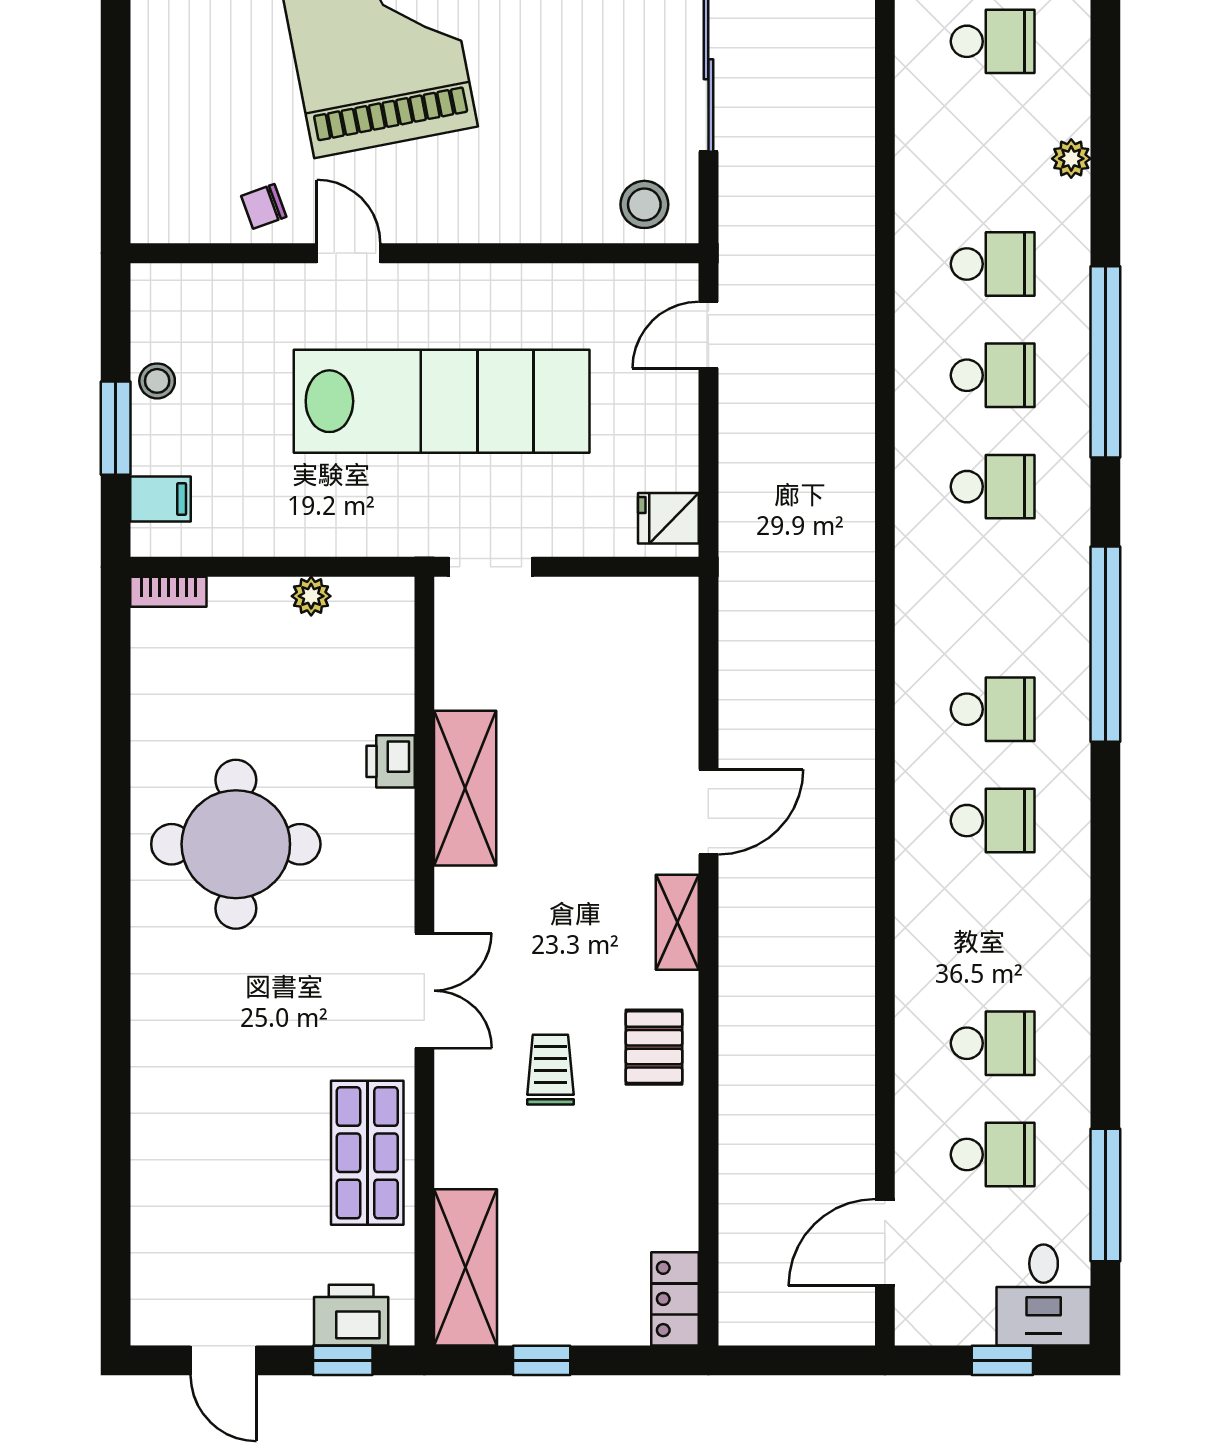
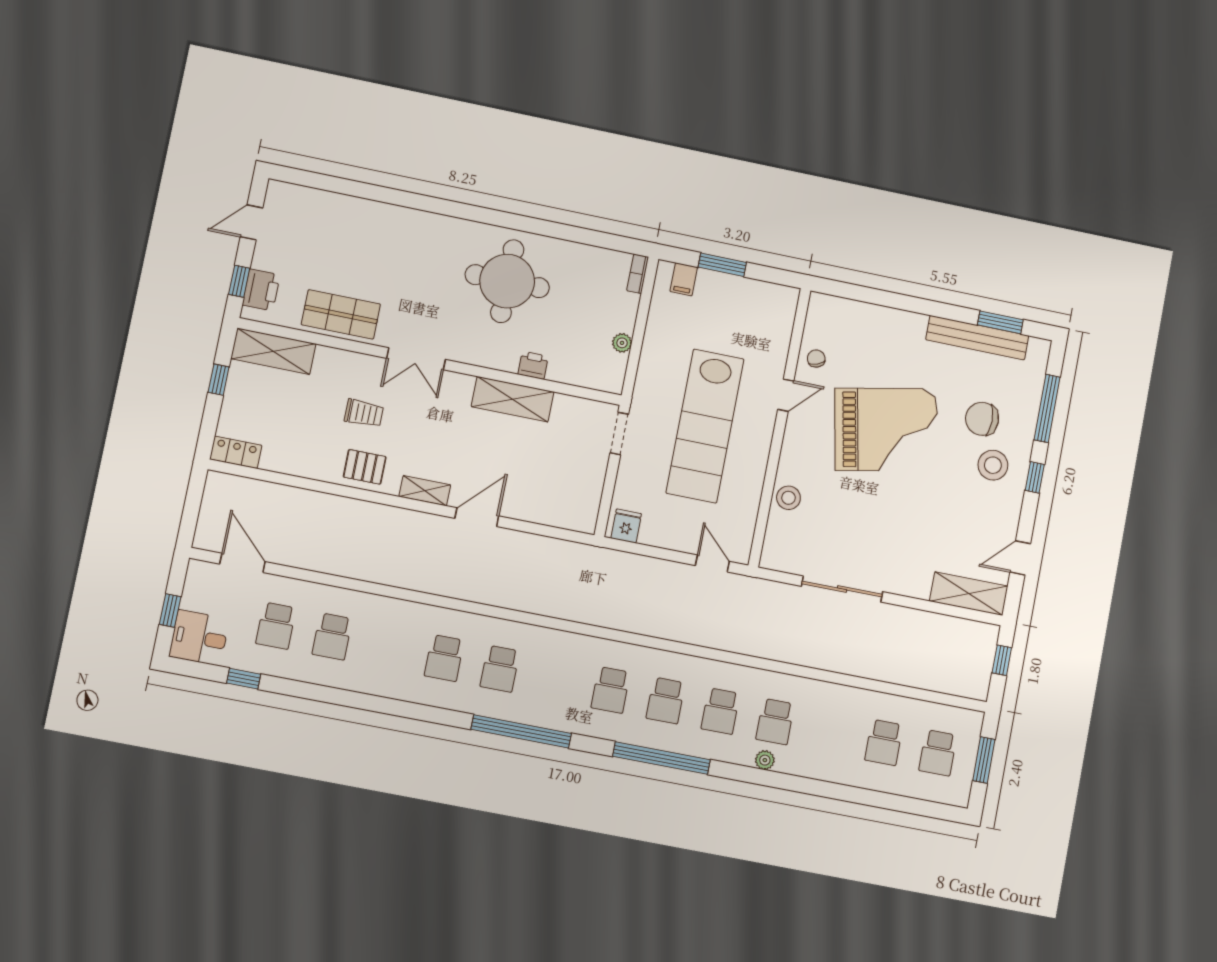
school desk: (993, 41) -> (775, 722), moved
stool: (644, 204) -> (788, 498), moved
stool: (157, 381) -> (741, 290), removed
door: (708, 812) -> (477, 517), swing flipped
window: (1105, 1195) -> (244, 679), width x0.46

